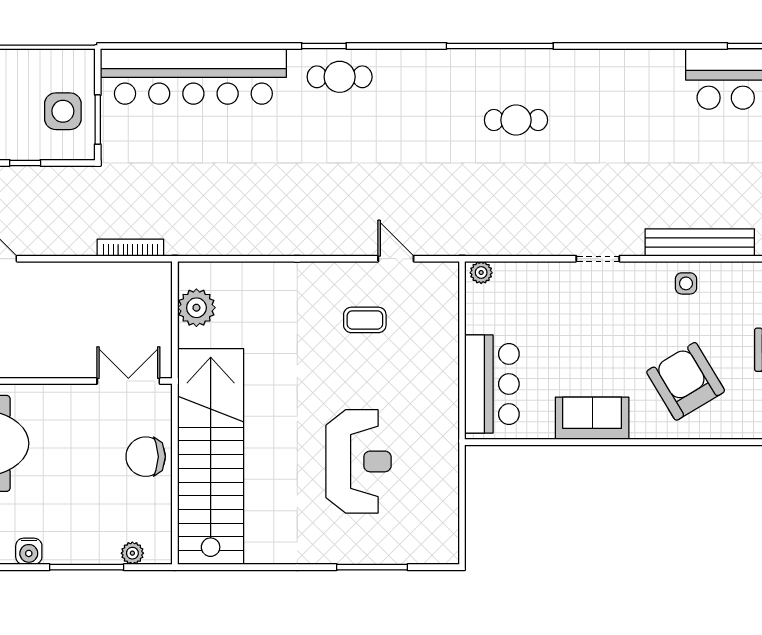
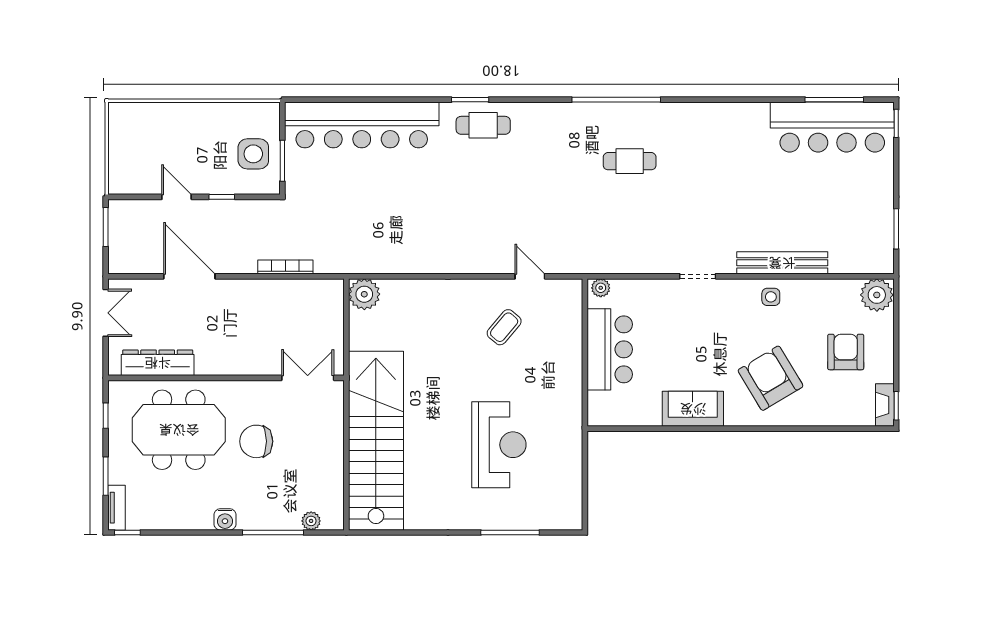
bookcase: (130, 248) -> (285, 267), moved
plant: (196, 308) -> (364, 294), moved
coffee table: (365, 320) -> (504, 327), turned -50
bar counter: (492, 384) -> (610, 349), moved
chair: (146, 457) -> (256, 441), moved

